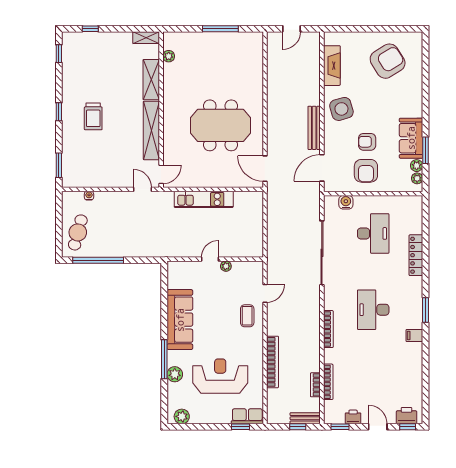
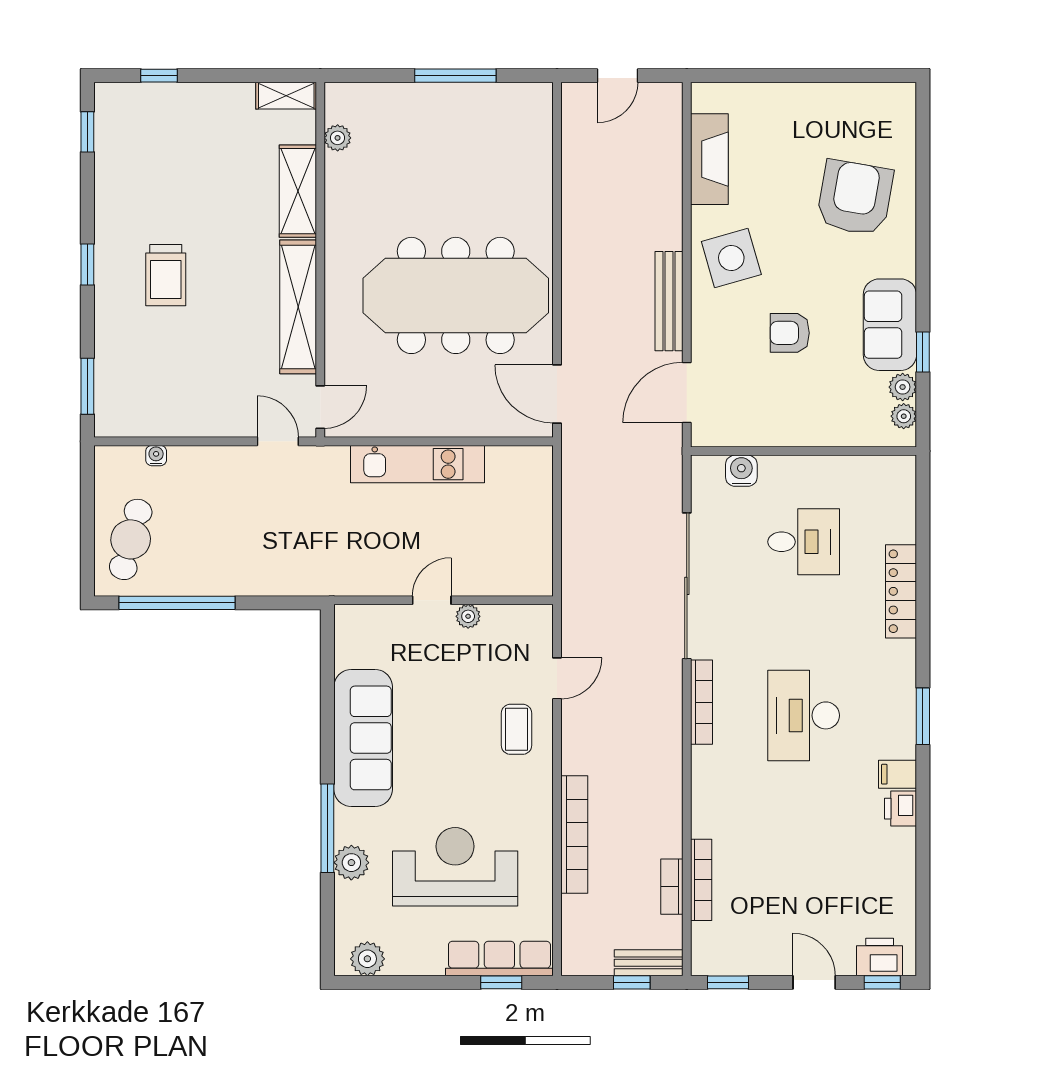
armchair: (388, 61) -> (855, 198), moved, turned -48
meeting table: (221, 125) -> (456, 295), width x1.36
window: (426, 150) -> (923, 352), width x0.67
armchair: (366, 171) -> (787, 399), removed
desk: (373, 233) -> (804, 542), width x0.73
bookcase: (328, 329) -> (702, 702), moved
row of seats: (247, 416) -> (499, 958), width x1.48
printer: (353, 417) -> (901, 809), moved, turned -90

